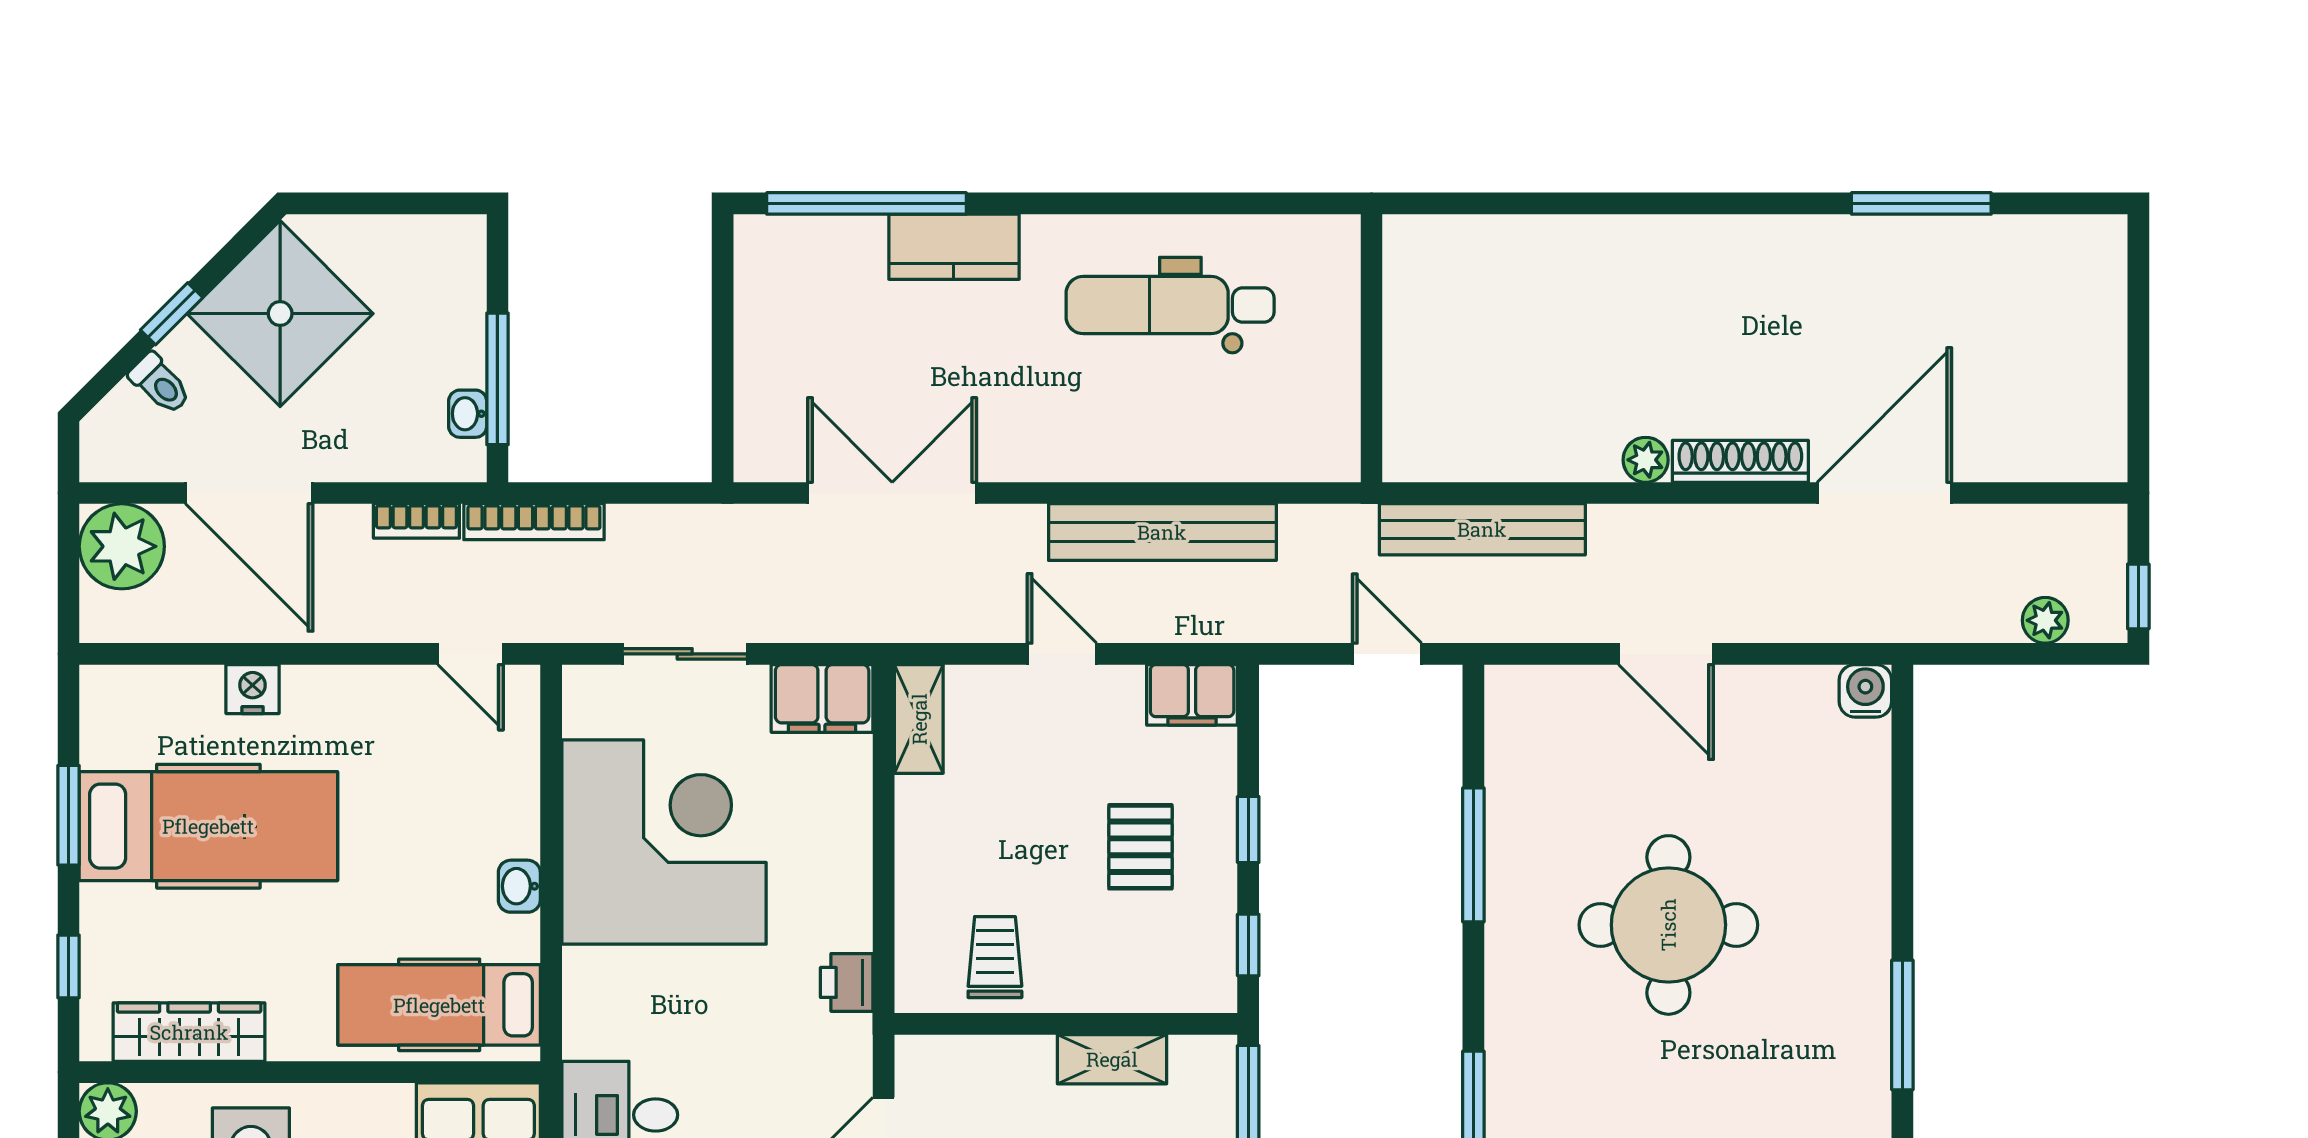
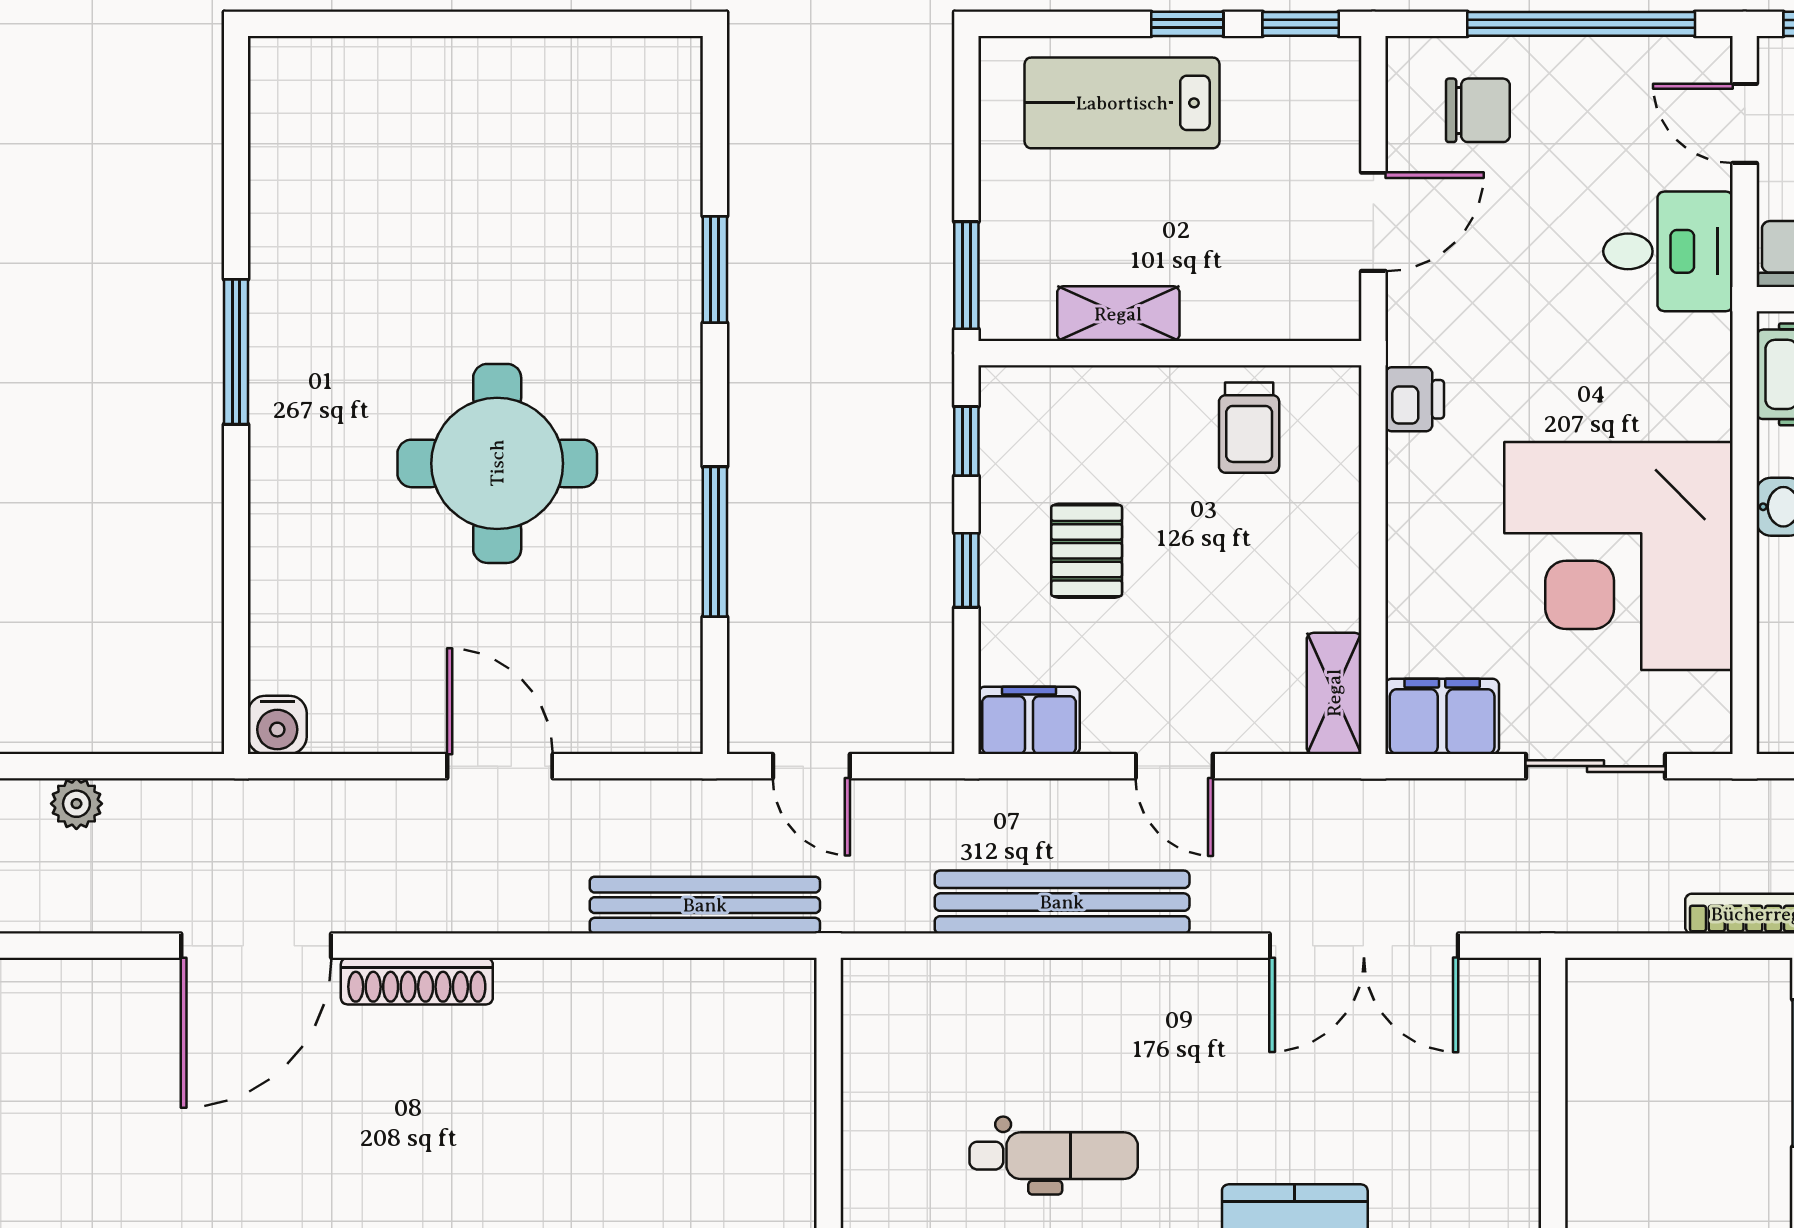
dental chair: (1170, 305) -> (1054, 1156), width x0.73, depth x0.72
plant: (1646, 460) -> (523, 983), removed

